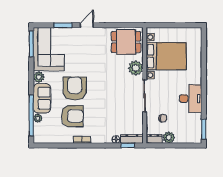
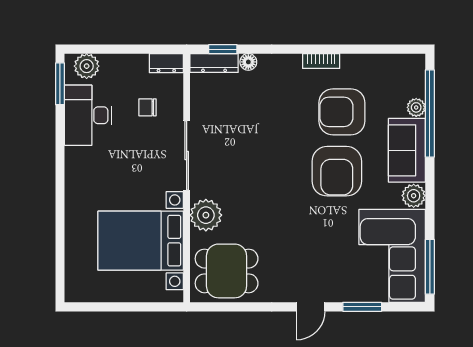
desk: (191, 99) -> (88, 115), moved
plant: (169, 138) -> (87, 66), moved

